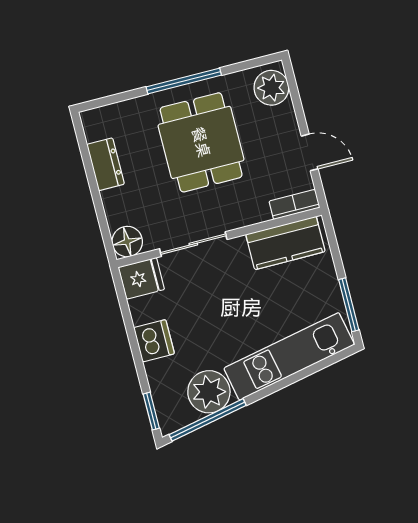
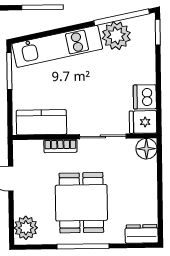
dresser: (106, 164) -> (142, 234), moved, turned 90
bookcase: (294, 204) -> (60, 146), moved
dishwasher: (154, 341) -> (145, 97), moved

